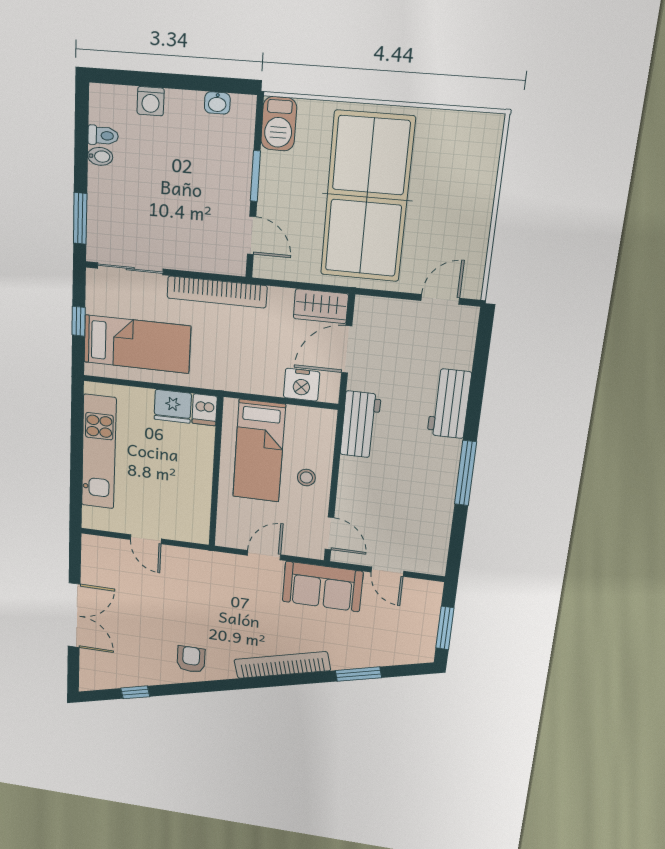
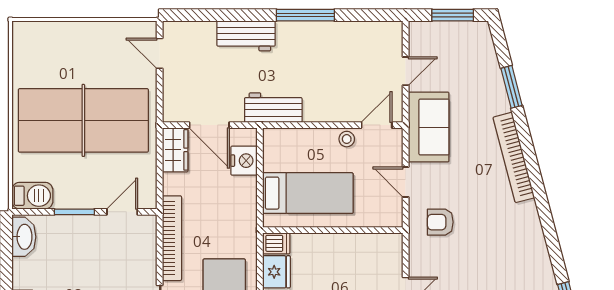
washbasin: (217, 103) -> (24, 237), width x1.91, depth x1.45
stool: (306, 478) -> (347, 139), moved
armchair: (191, 659) -> (440, 222), moved

